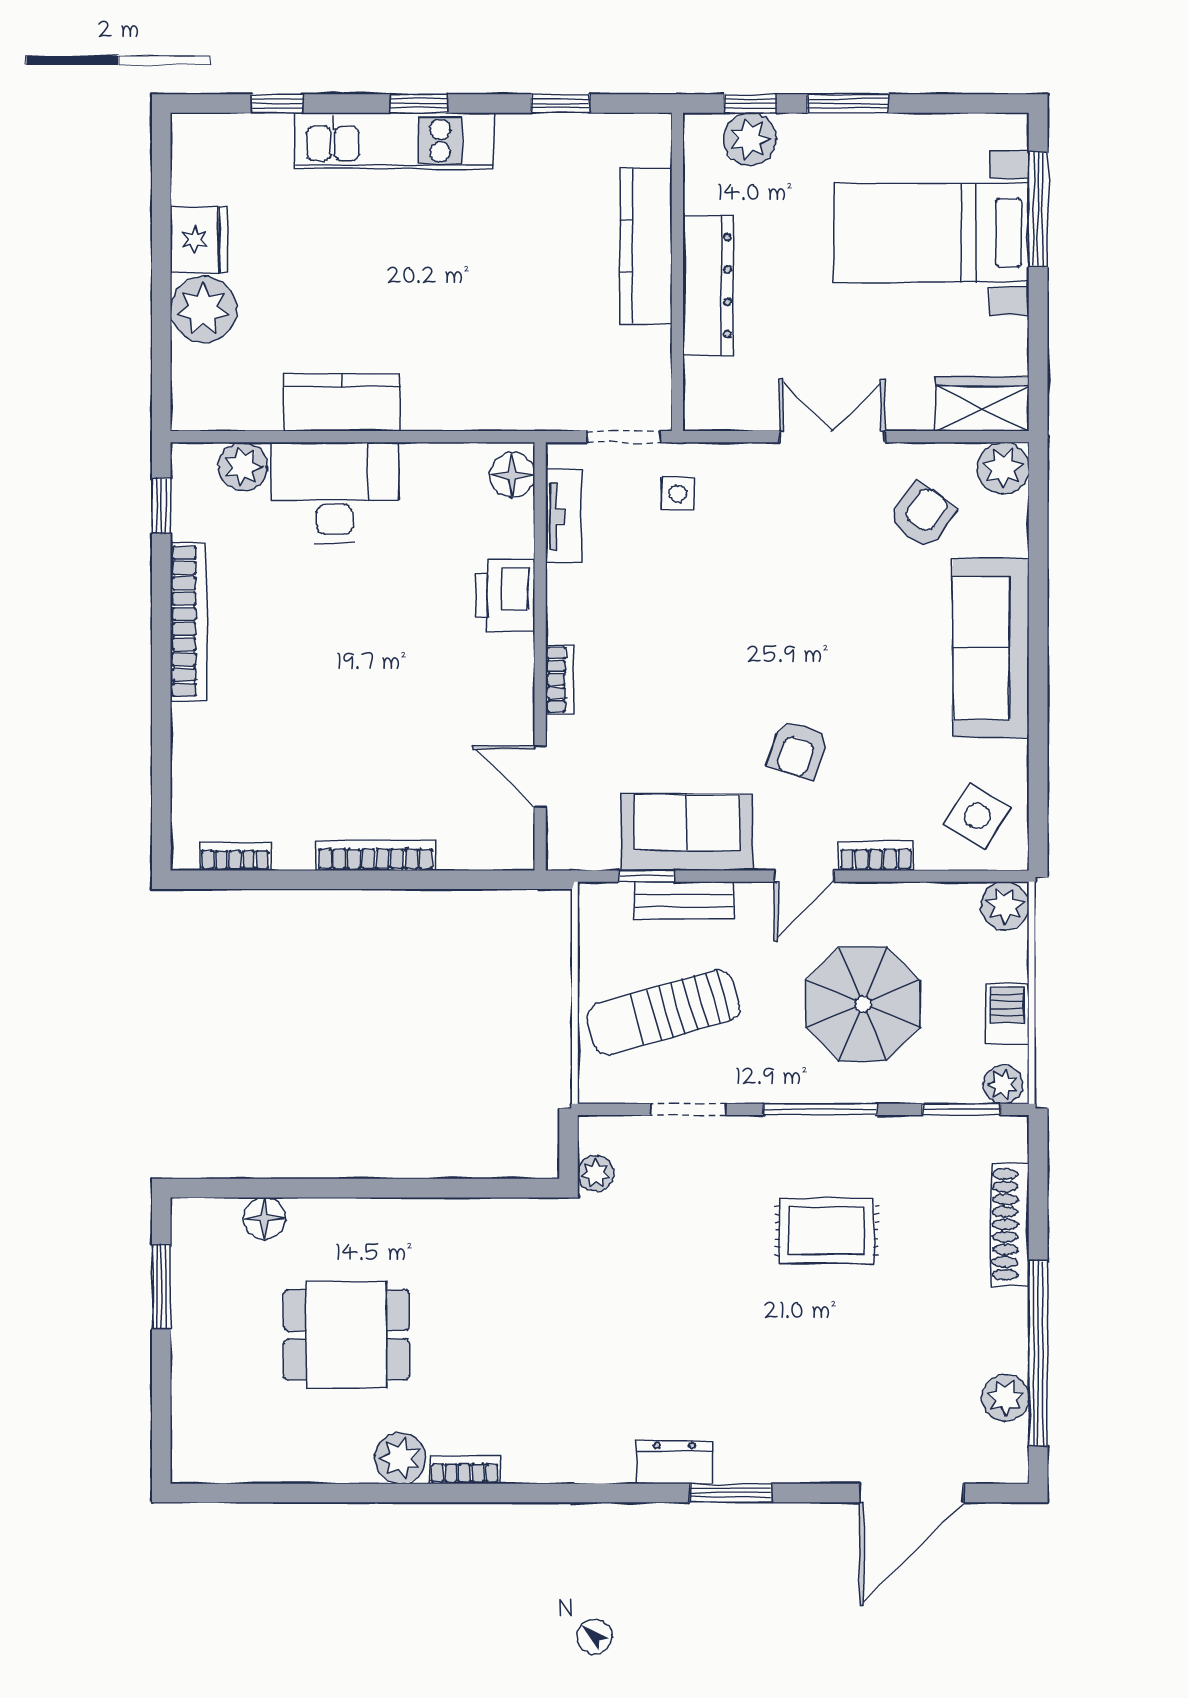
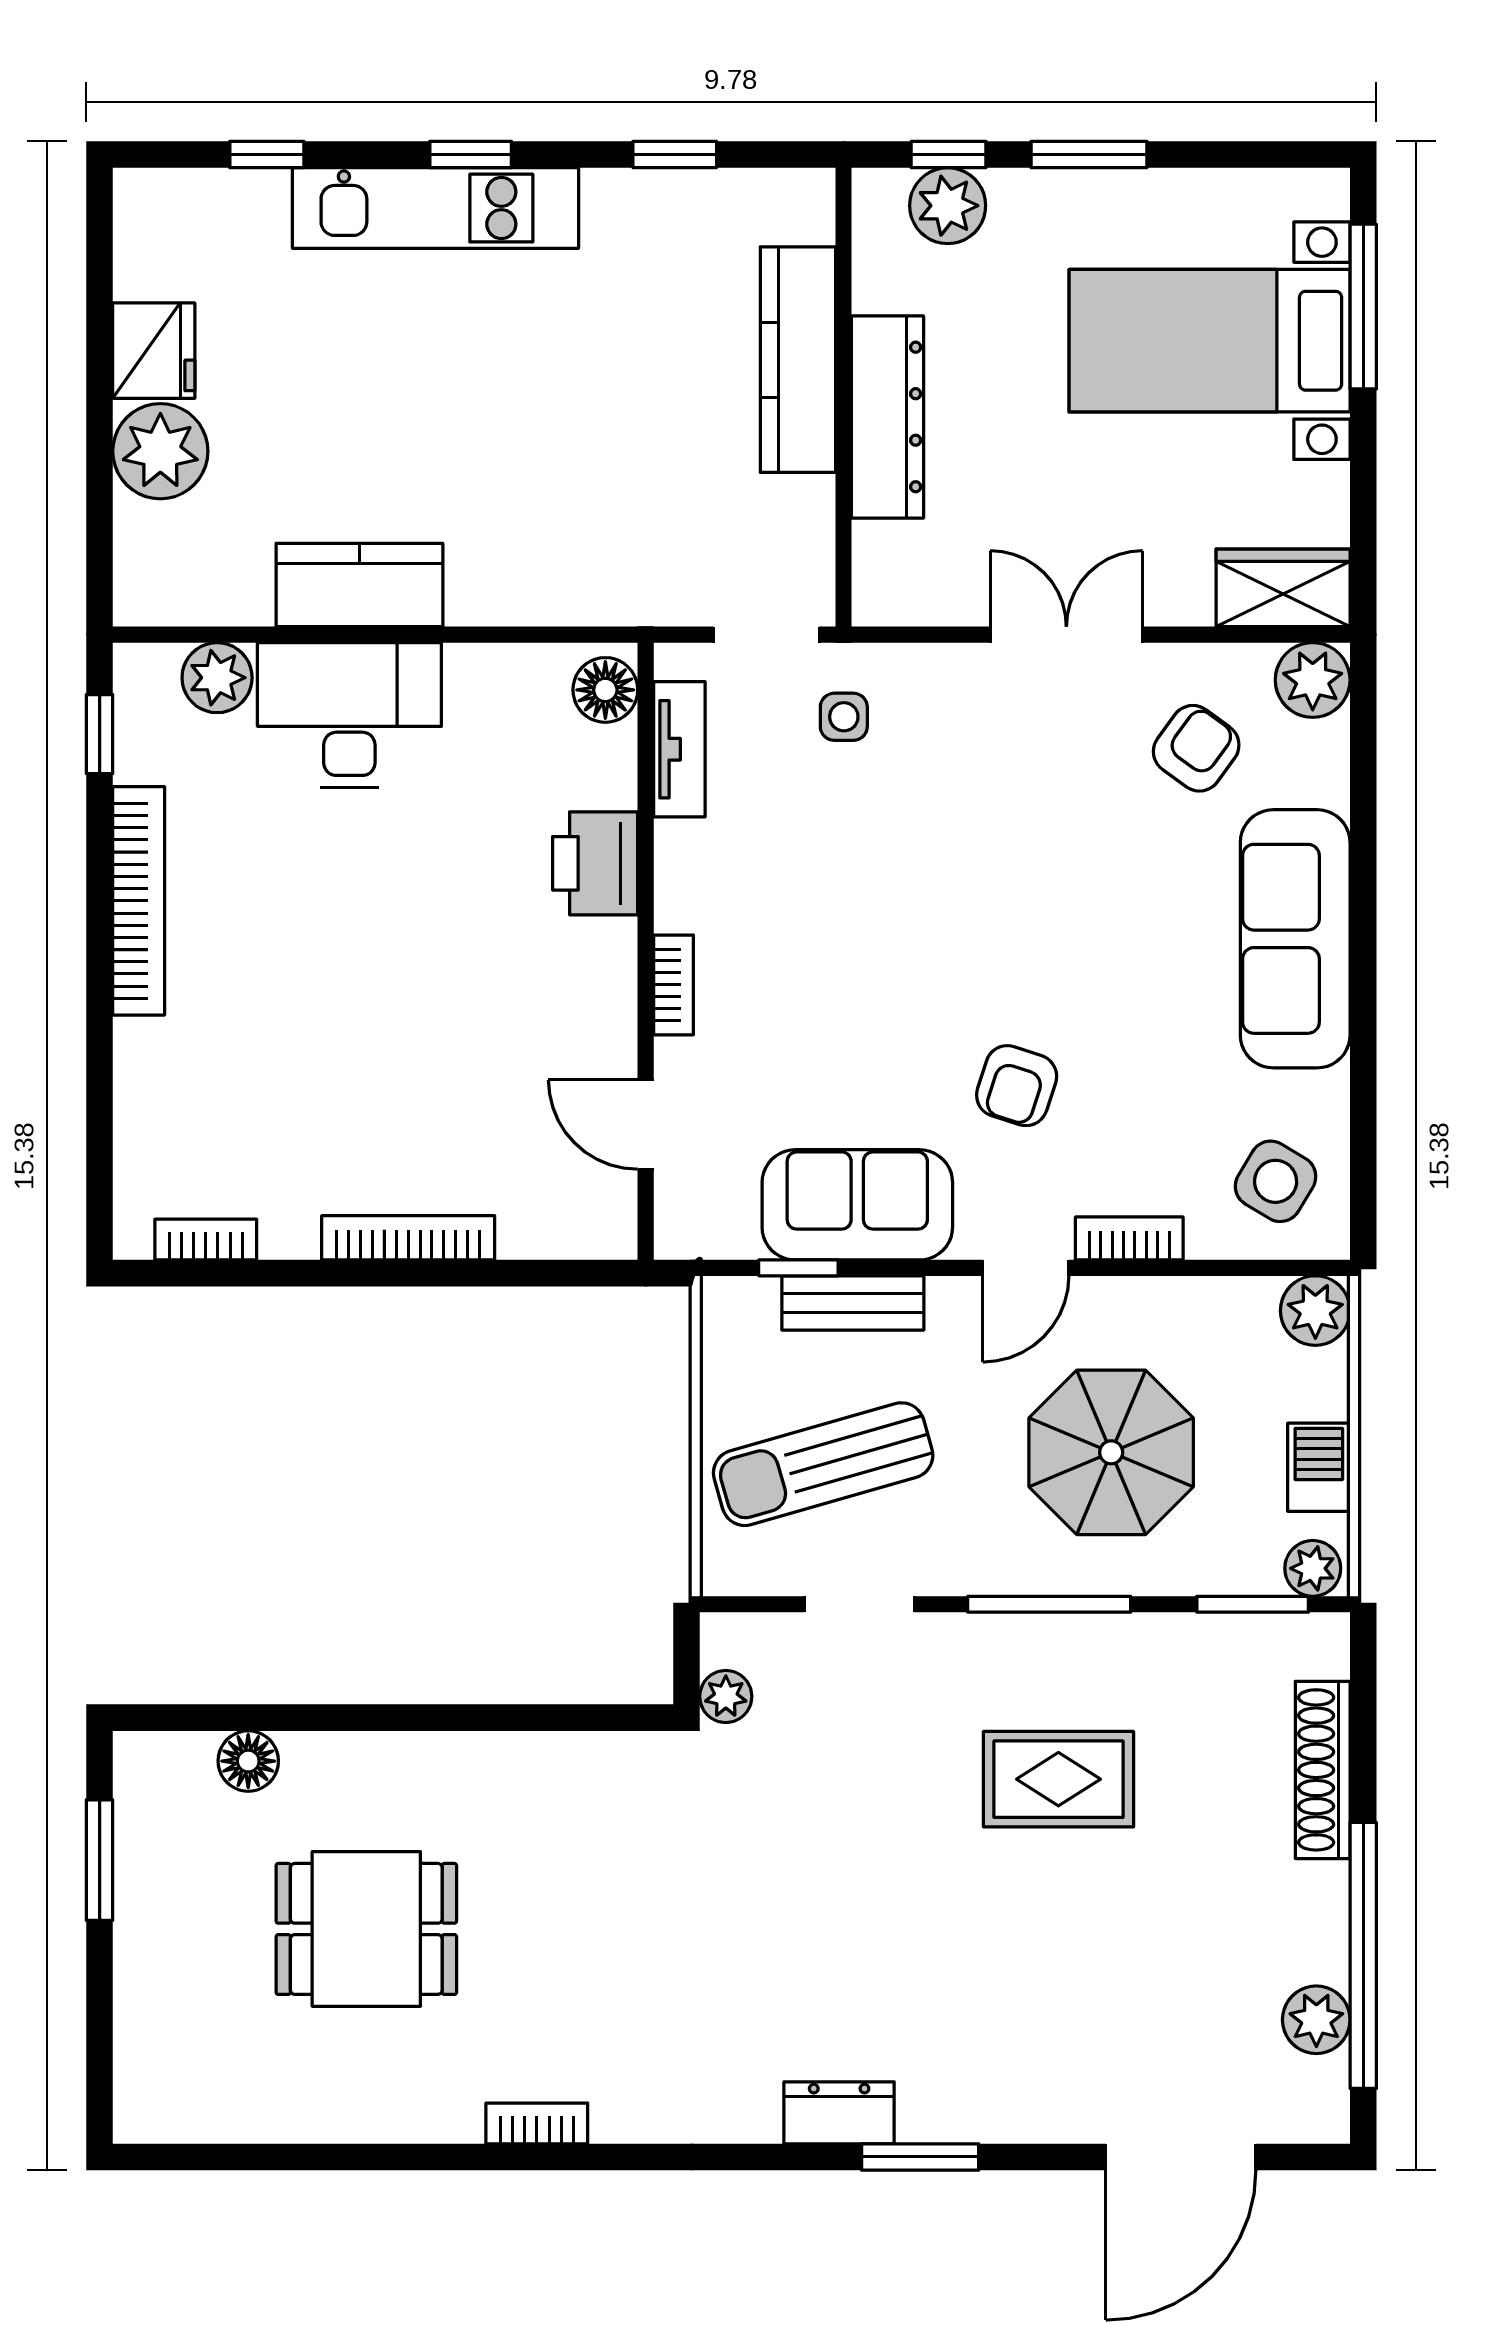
plant: (400, 1458) -> (444, 2107), removed

